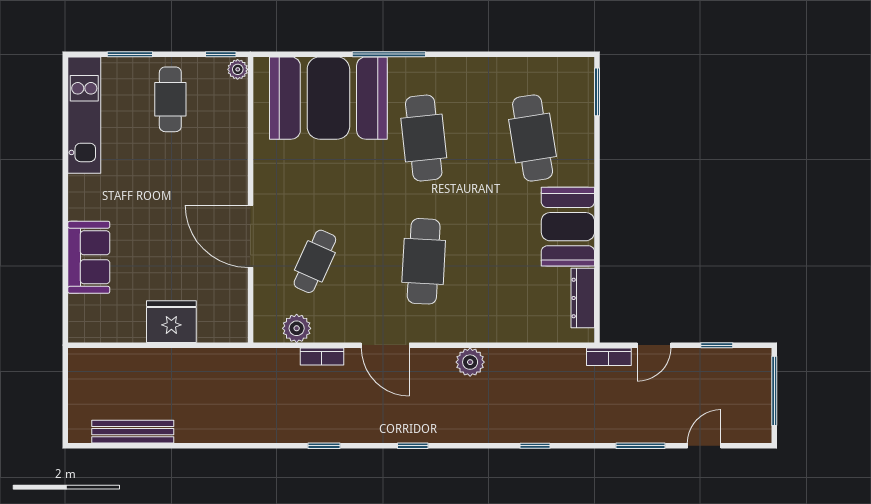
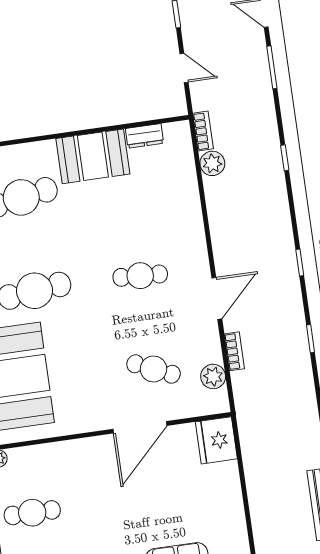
cafe table: (424, 261) -> (140, 276), width x0.73, depth x0.74
dresser: (583, 298) -> (144, 136), width x0.70
fridge: (171, 322) -> (216, 440), moved
bookcase: (609, 357) -> (203, 131), moved
plant: (470, 362) -> (212, 163), moved

